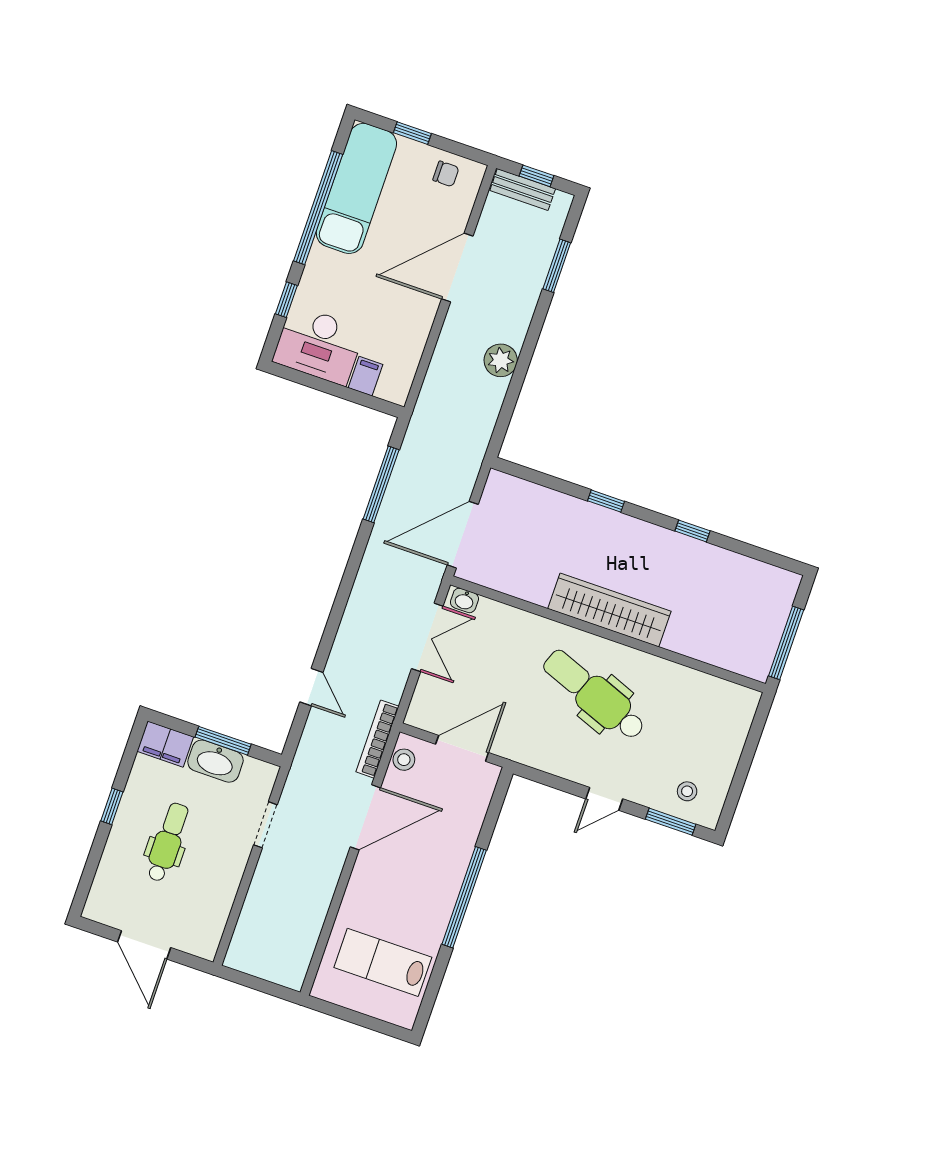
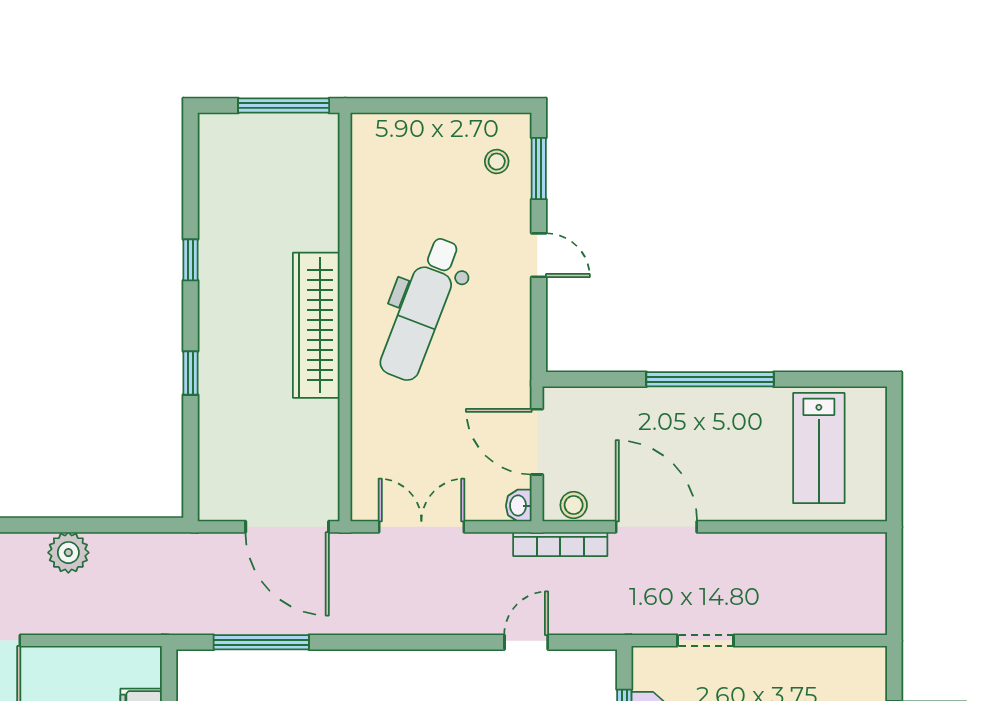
washbasin: (464, 600) -> (519, 506), moved, turned 180

